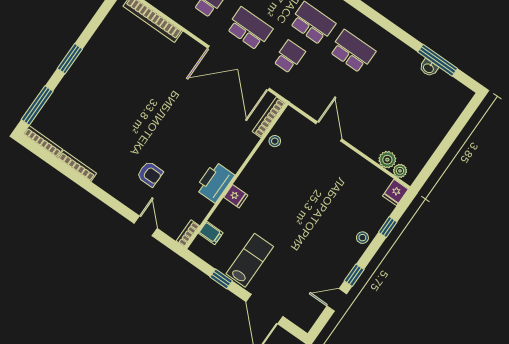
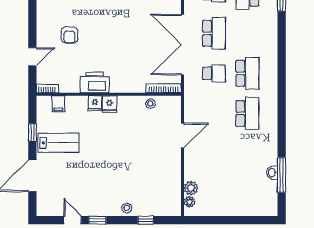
fridge: (395, 193) -> (110, 104), moved, turned -90

